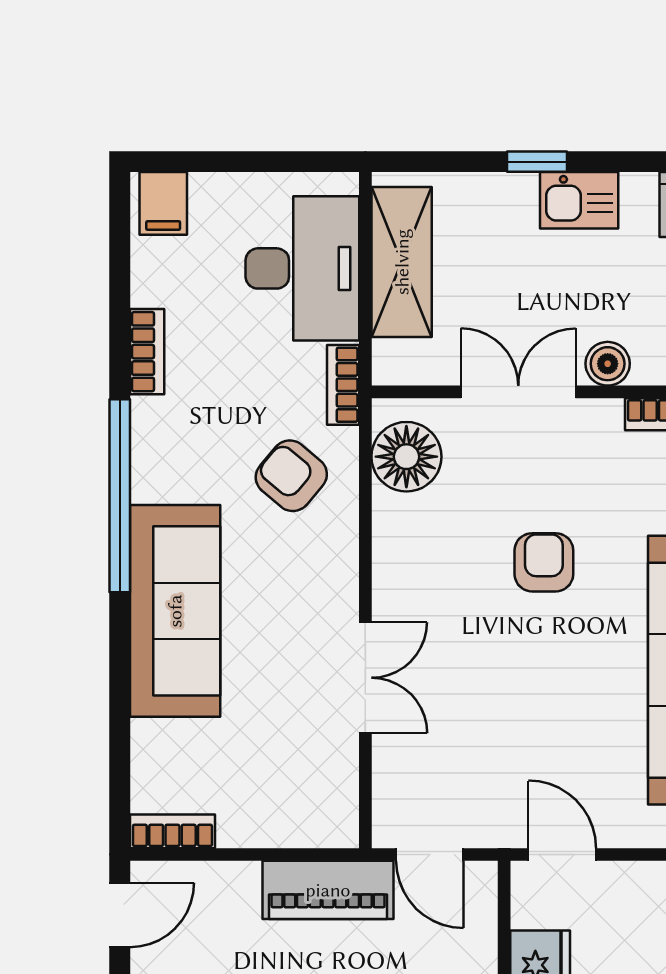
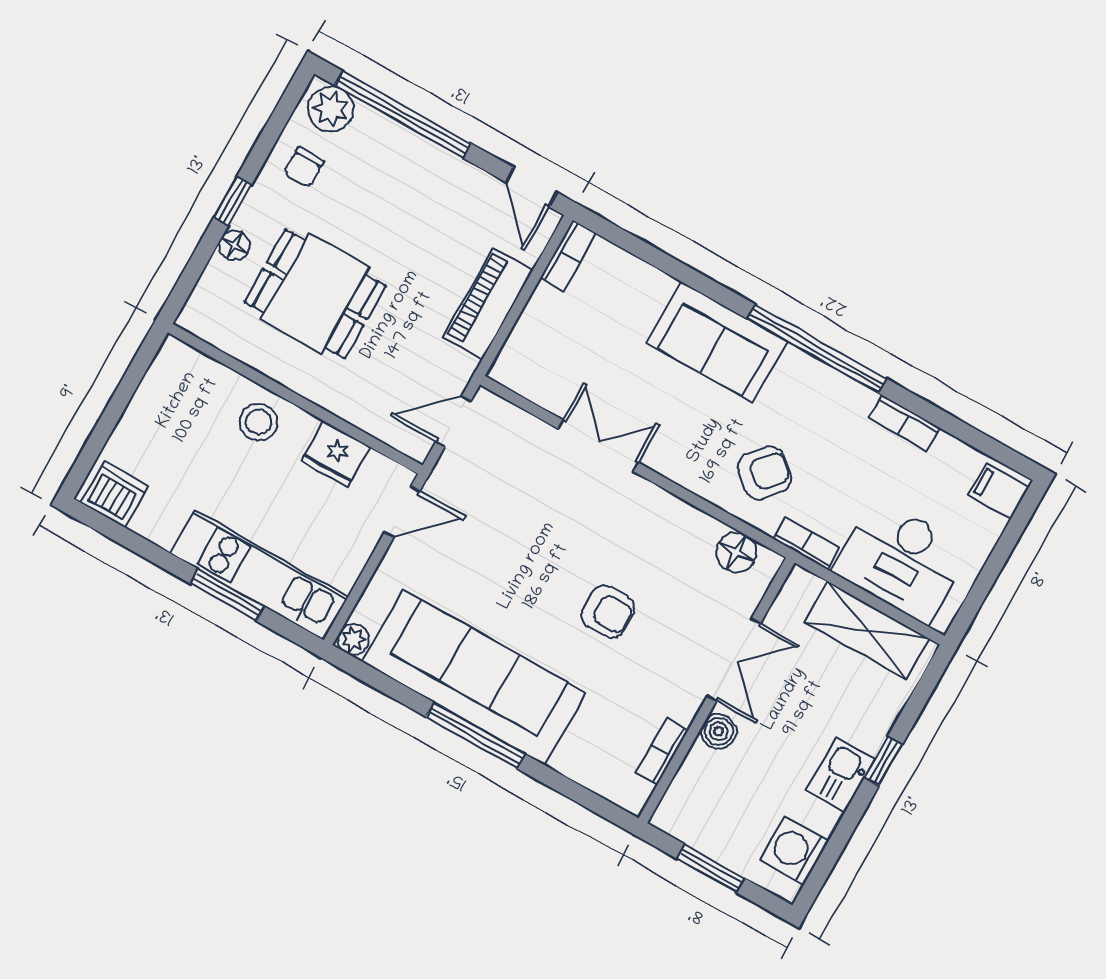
floor lamp: (406, 457) -> (737, 552), width x0.73, depth x0.73
sofa: (175, 611) -> (717, 342), width x0.73
double door: (365, 678) -> (598, 446), swing flipped
piano: (328, 890) -> (488, 304), moved

